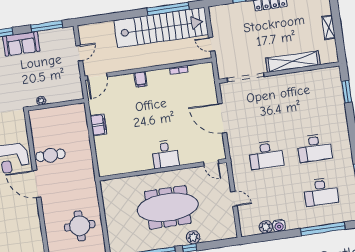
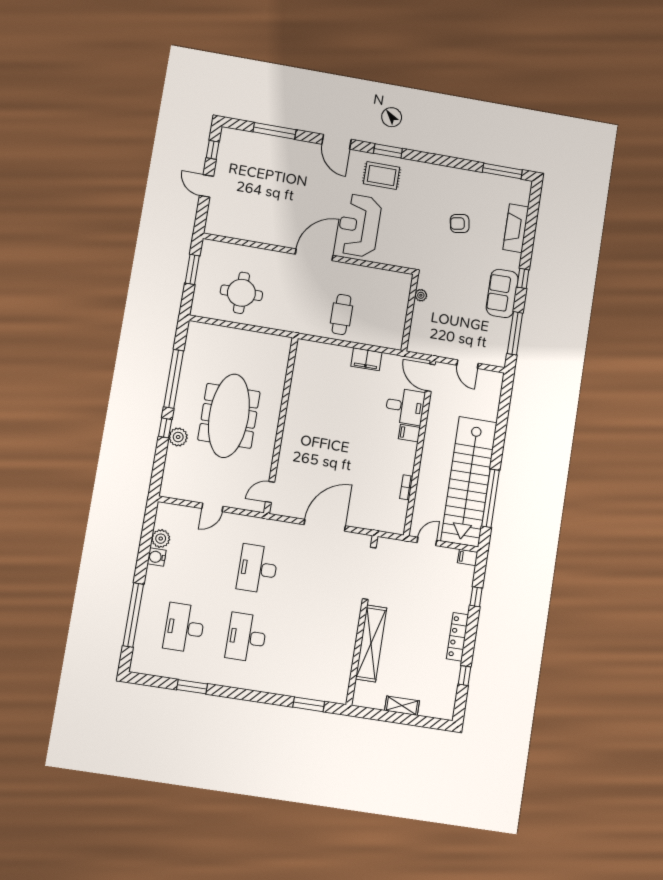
filing cabinet: (214, 13) -> (468, 557), added
desk: (165, 154) -> (405, 406), moved, turned 180
cafe table: (50, 155) -> (341, 314), moved

